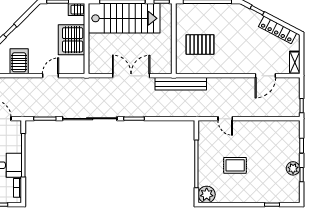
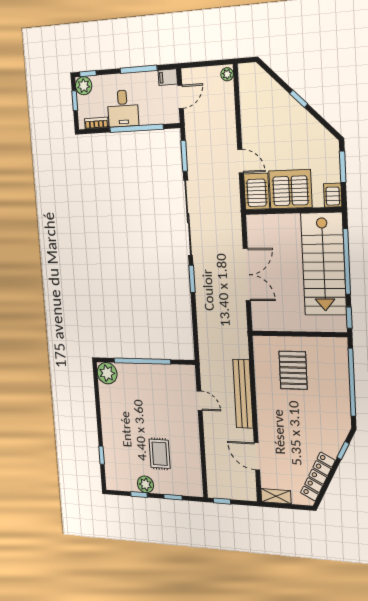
server rack: (19, 61) -> (257, 191), moved, turned -90
bench: (181, 84) -> (243, 394), moved
door: (225, 119) -> (200, 401), swing flipped
rug: (235, 165) -> (160, 454), moved

